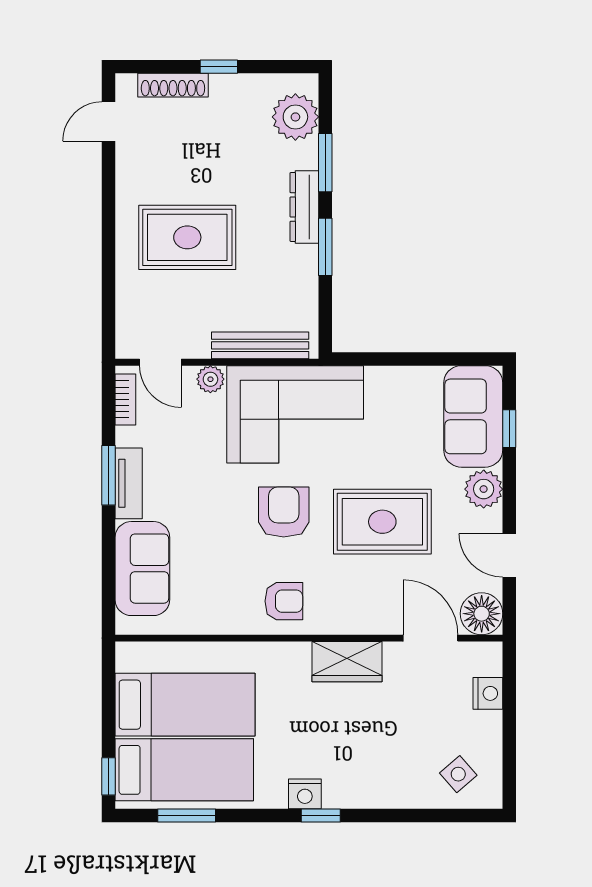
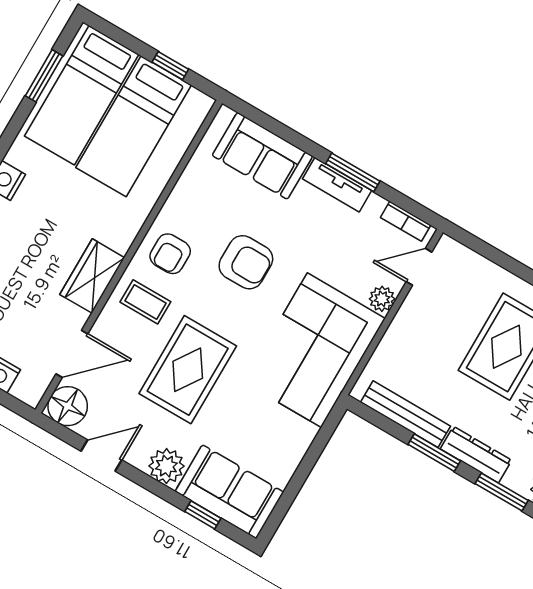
bench: (260, 345) -> (405, 414), moved, turned 90
armchair: (284, 512) -> (246, 262), moved
coffee table: (342, 598) -> (145, 302), added
window: (109, 776) -> (170, 66), moved

